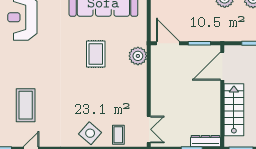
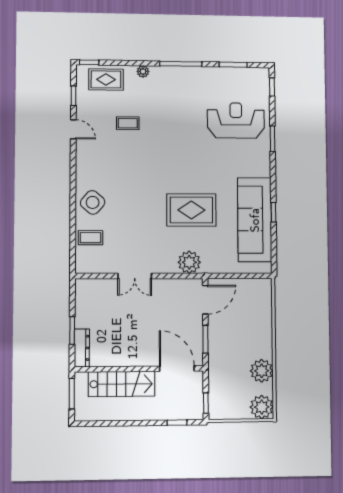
rug: (96, 54) -> (191, 210), width x1.36, depth x1.43
coffee table: (26, 105) -> (128, 123), width x0.54, depth x0.58
double door: (149, 129) -> (135, 276), moved

